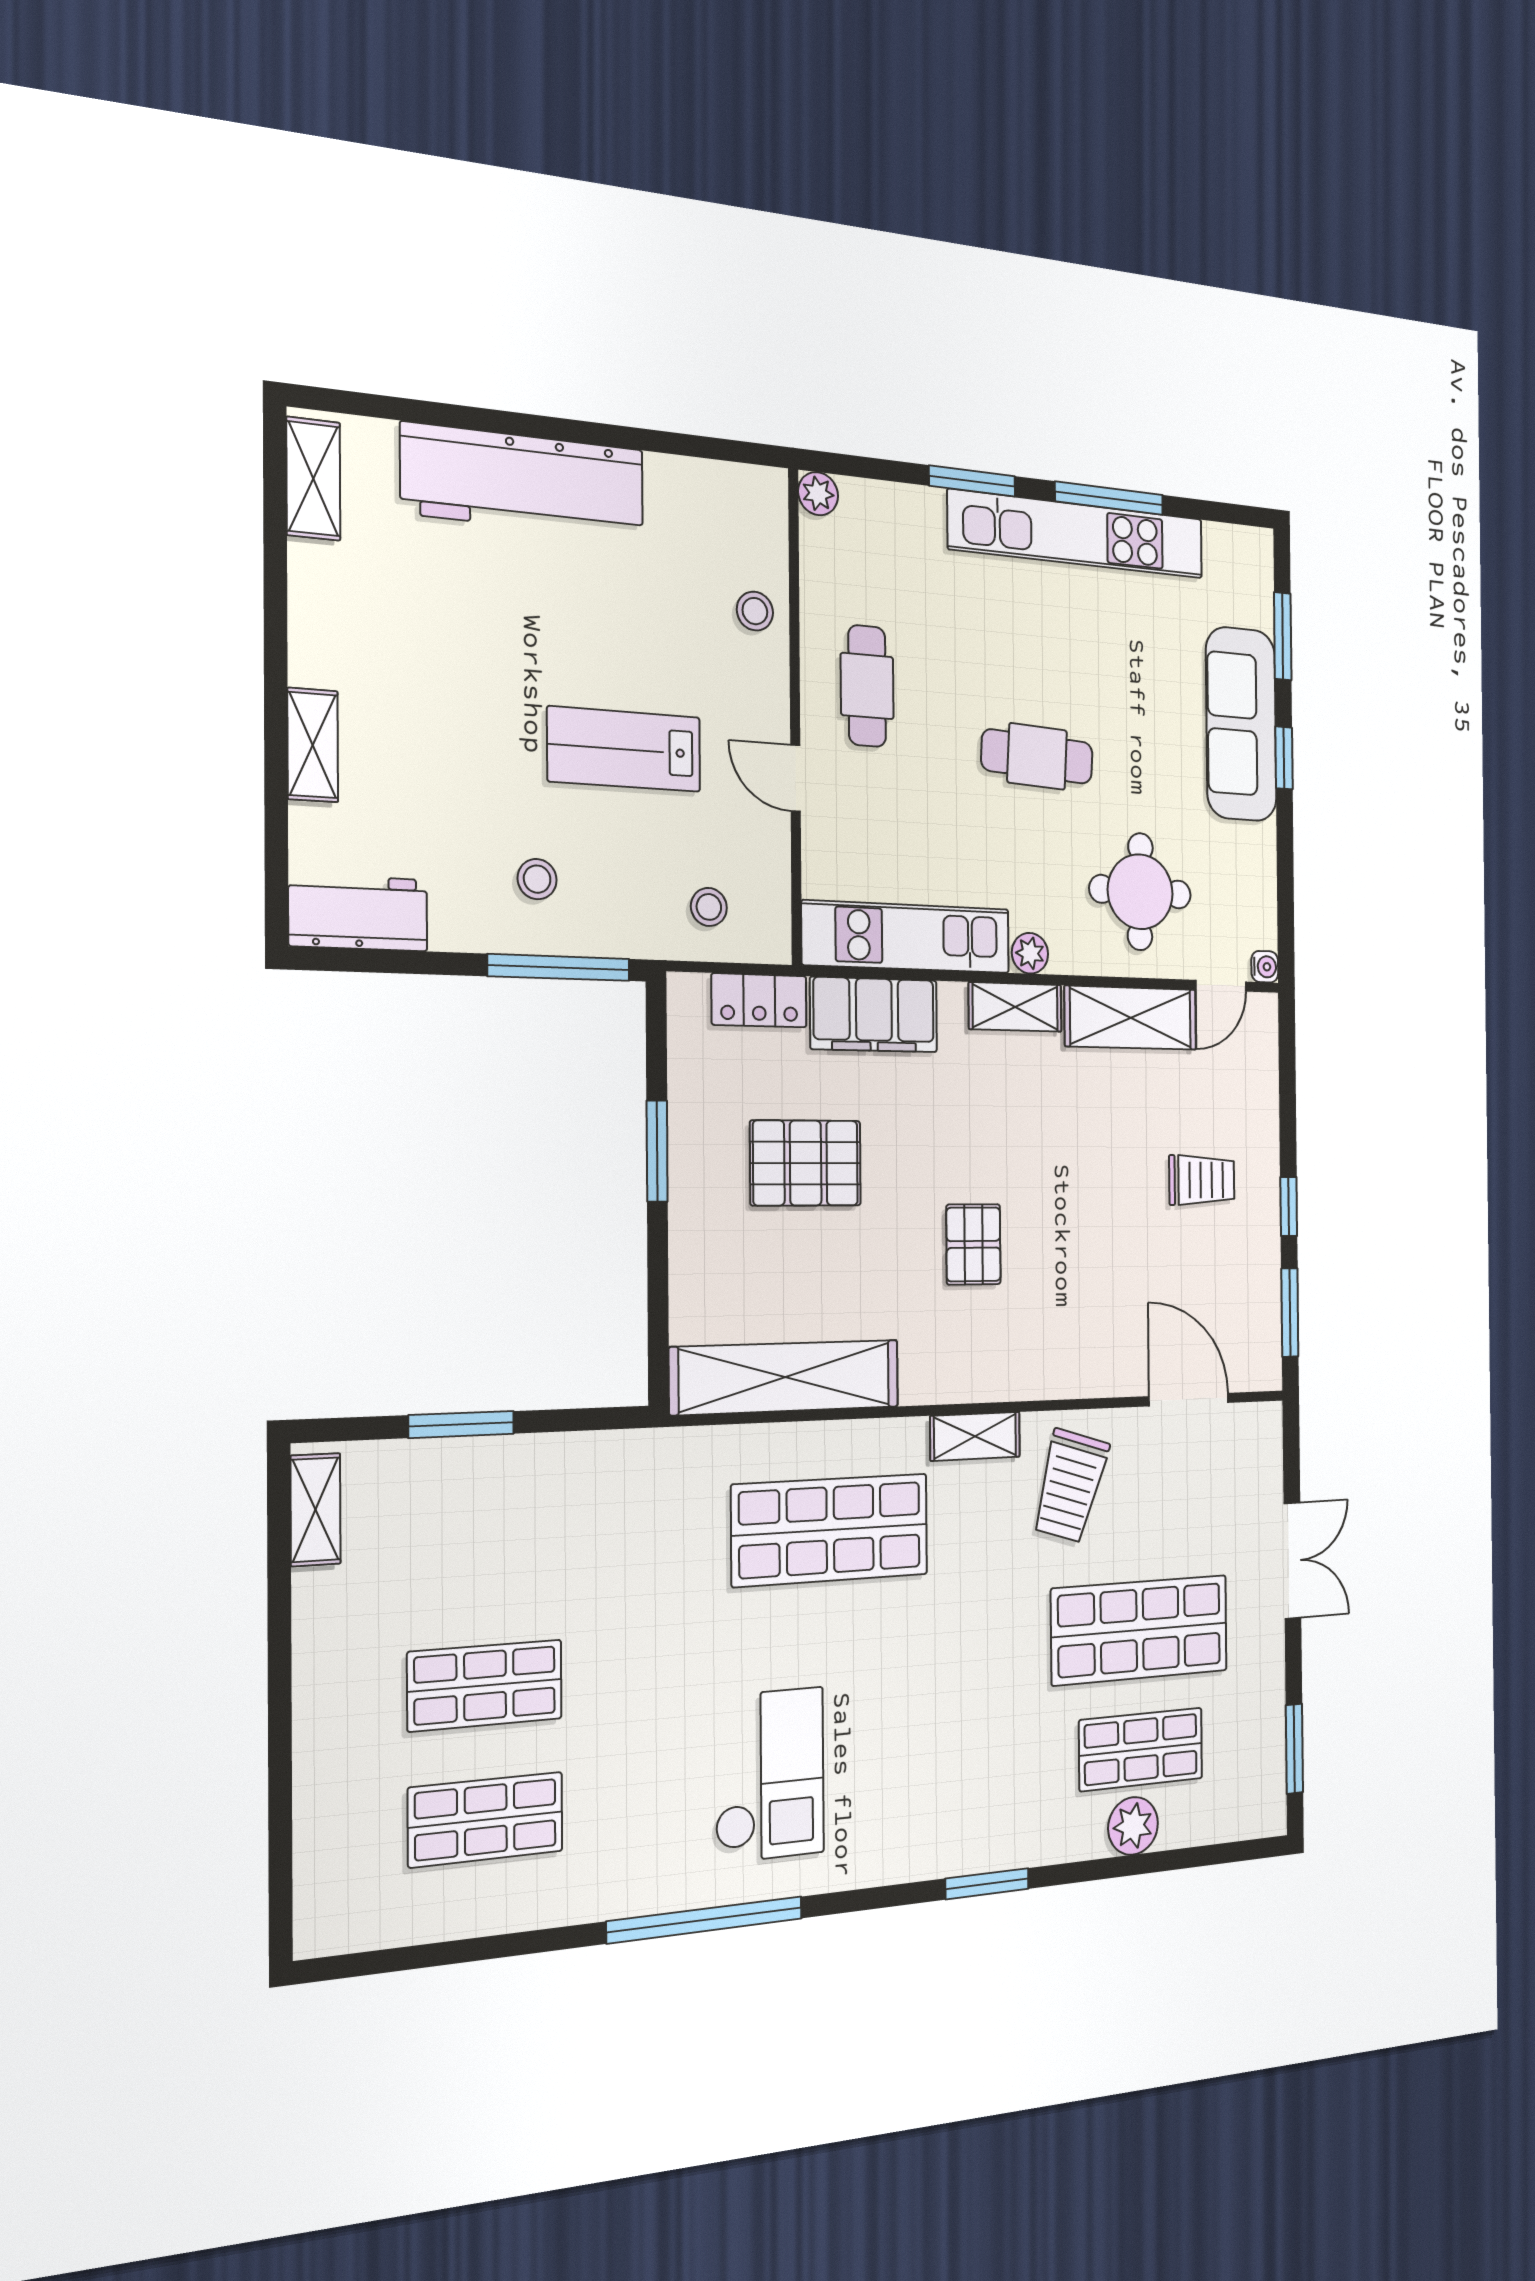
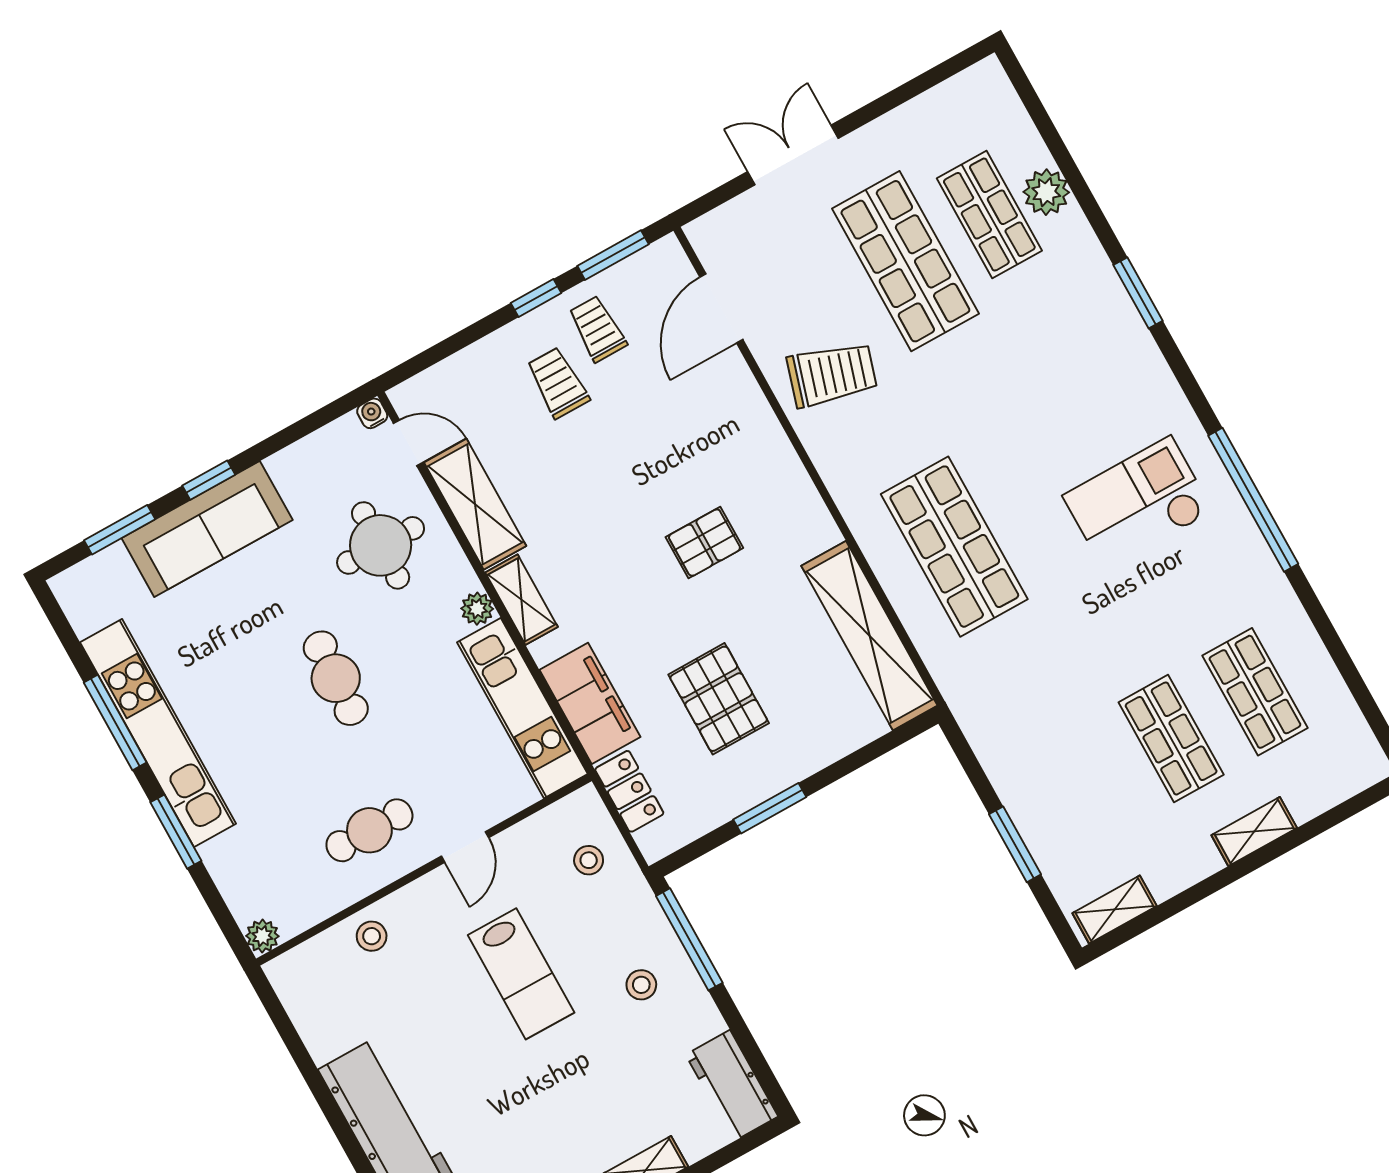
trolley: (1231, 1254) -> (597, 329), added
shelving: (975, 1436) -> (1254, 831), moved, turned 90
window: (1294, 1749) -> (929, 79), removed

